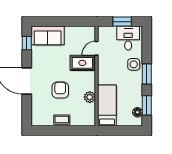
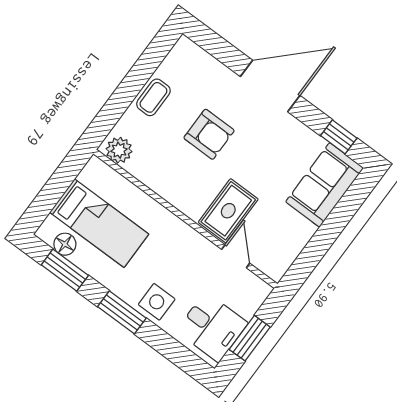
plant: (90, 97) -> (119, 150), moved
bed: (107, 106) -> (99, 223), moved

